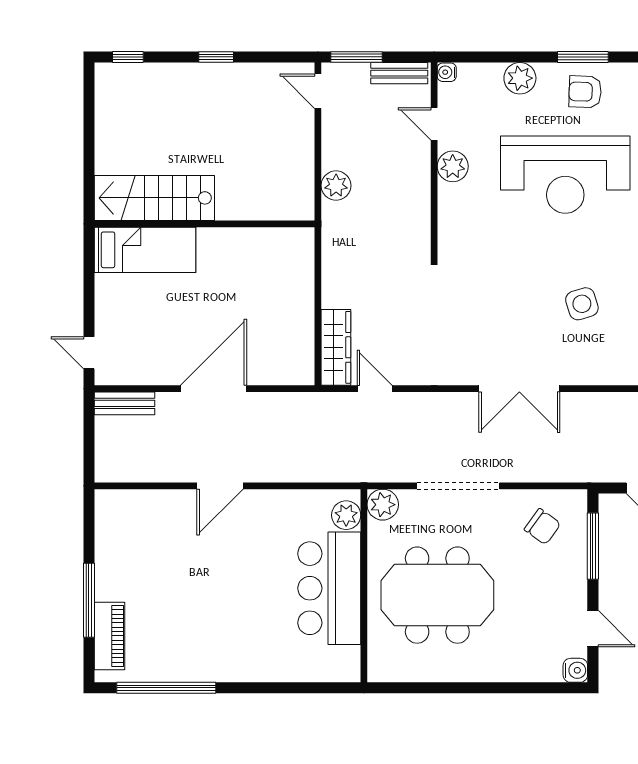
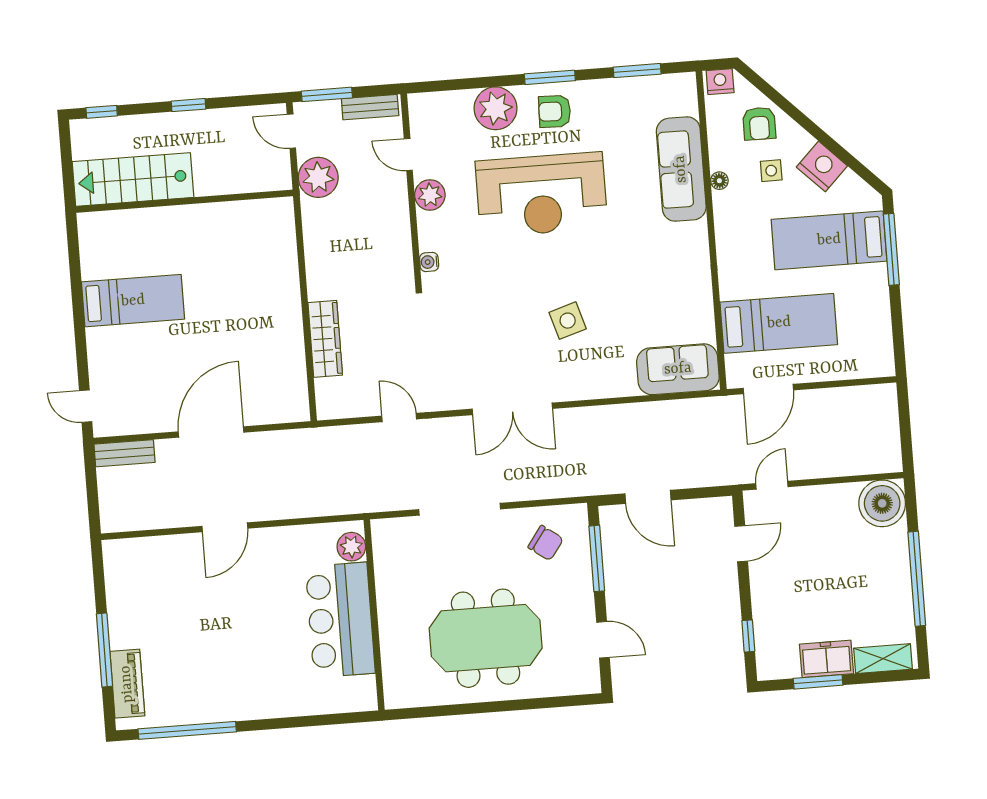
water cooler: (447, 72) -> (429, 262), moved
plant: (520, 78) -> (496, 108), width x1.36, depth x1.36
plant: (336, 186) -> (318, 177), moved, width x1.36, depth x1.36
stairs: (154, 198) -> (133, 180), moved
wall: (205, 224) -> (184, 201), moved
wardrobe: (336, 347) -> (325, 339), moved
door: (375, 389) -> (399, 418), moved
plant: (383, 505) -> (387, 533), removed
meeting table: (437, 595) -> (486, 638), moved
water cooler: (575, 670) -> (589, 682), removed

